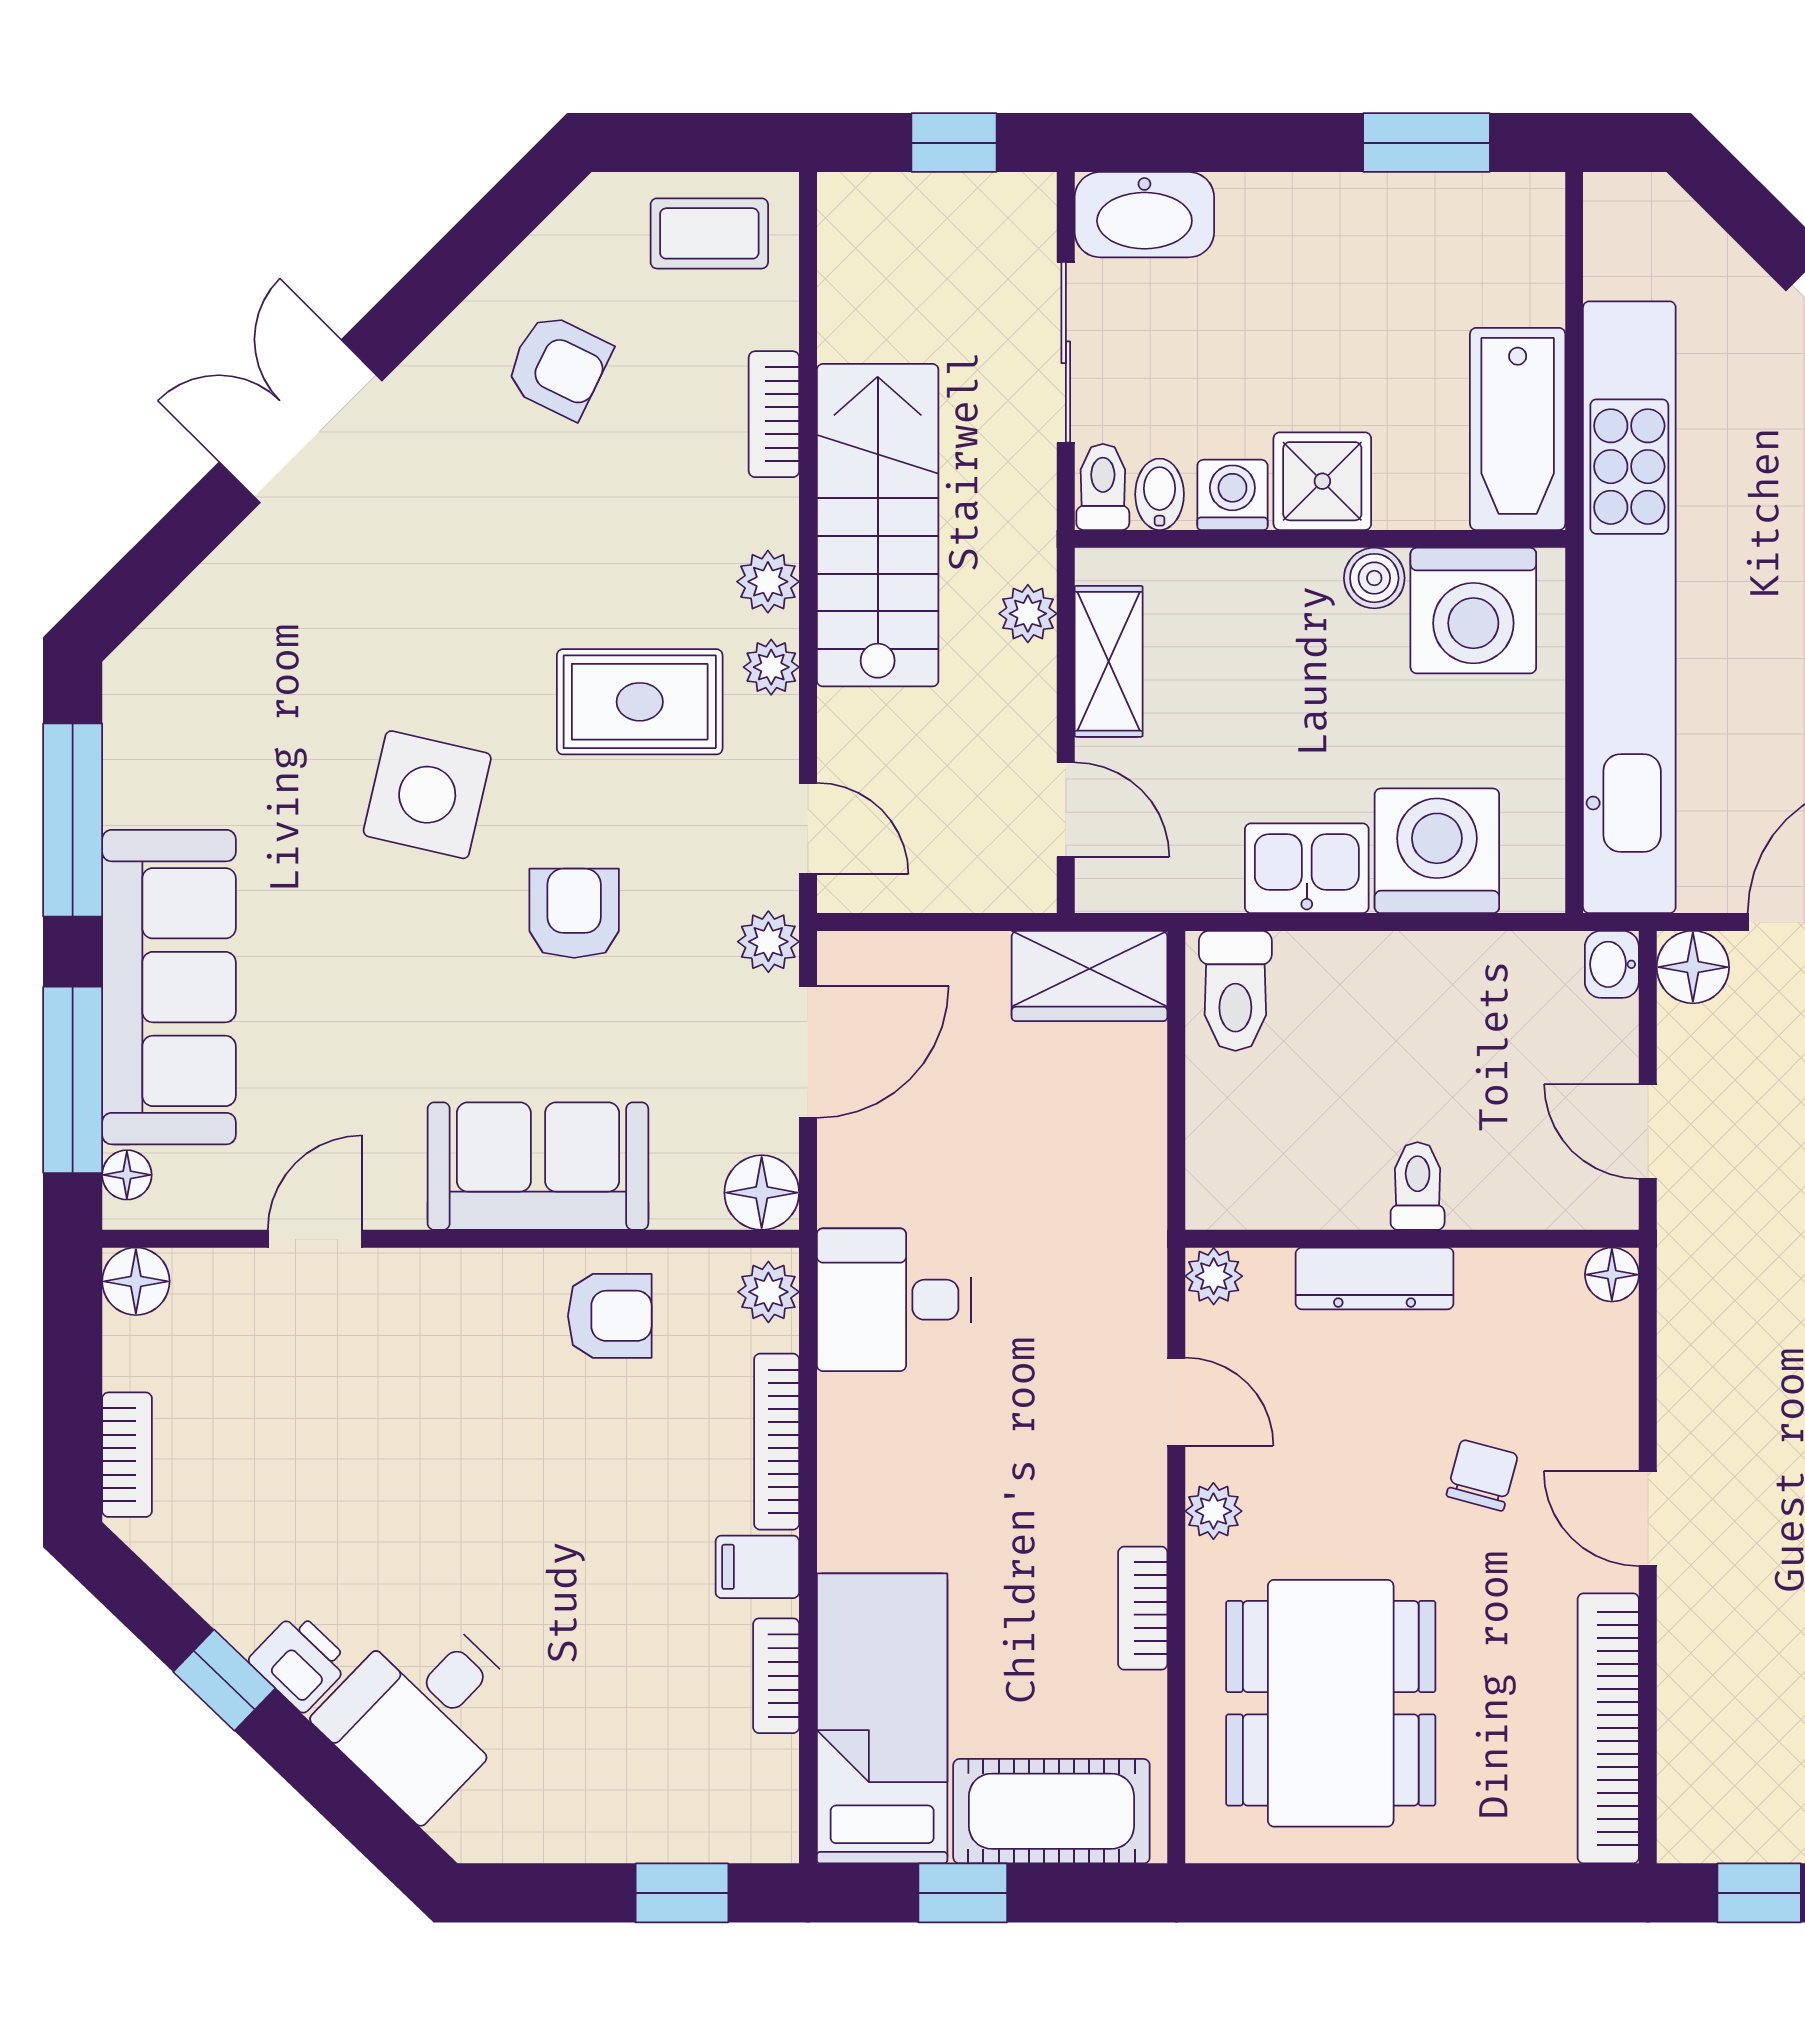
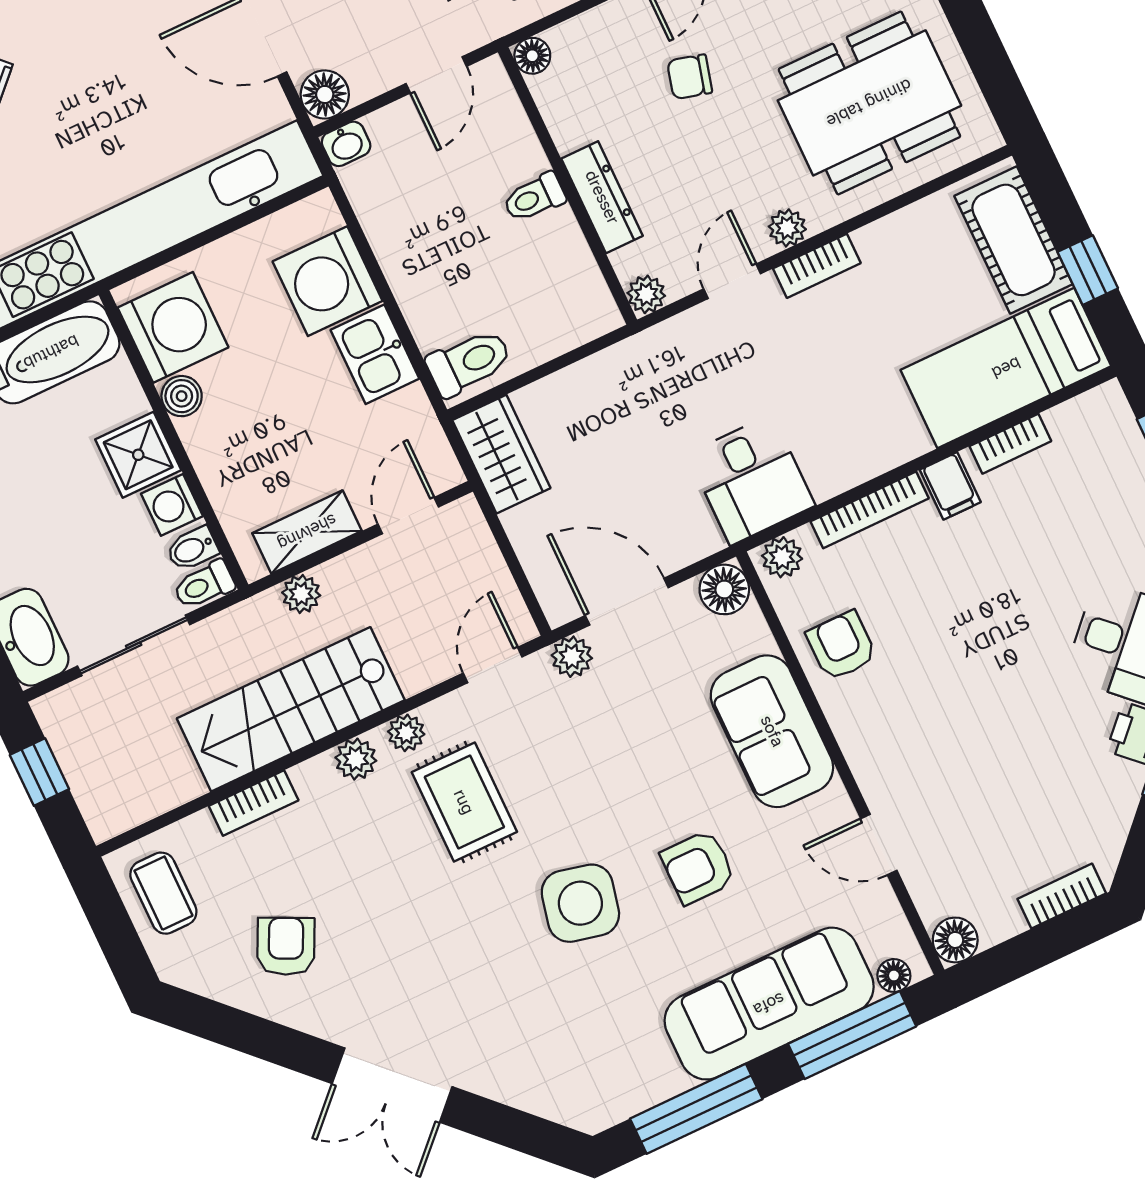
armchair: (574, 913) -> (698, 867), moved
bookcase: (1143, 1608) -> (817, 266), moved

